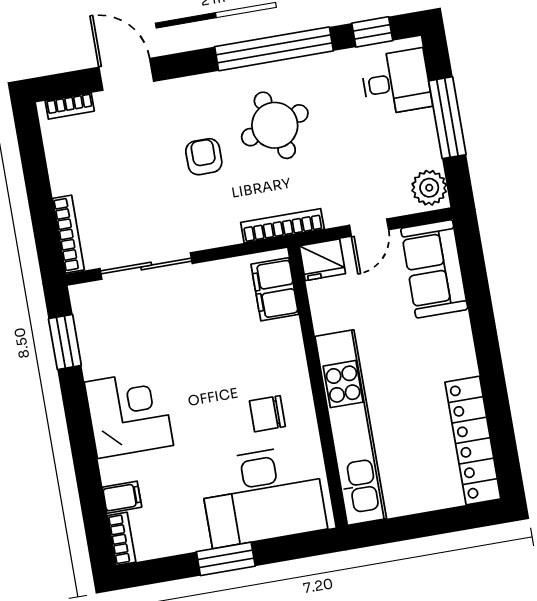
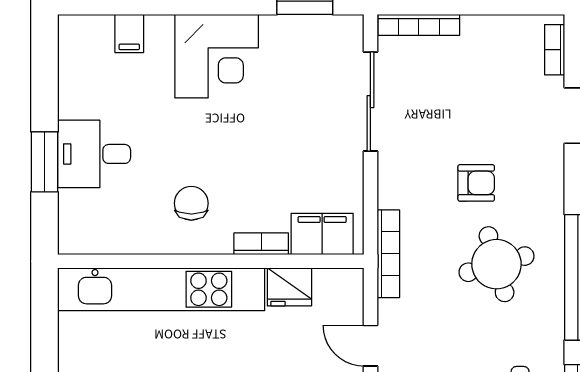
fridge: (322, 260) -> (289, 287), moved, turned -90
desk: (263, 496) -> (94, 154), width x0.53, depth x0.77
bookcase: (122, 539) -> (261, 244), moved, turned 180
window: (226, 559) -> (45, 162), moved

